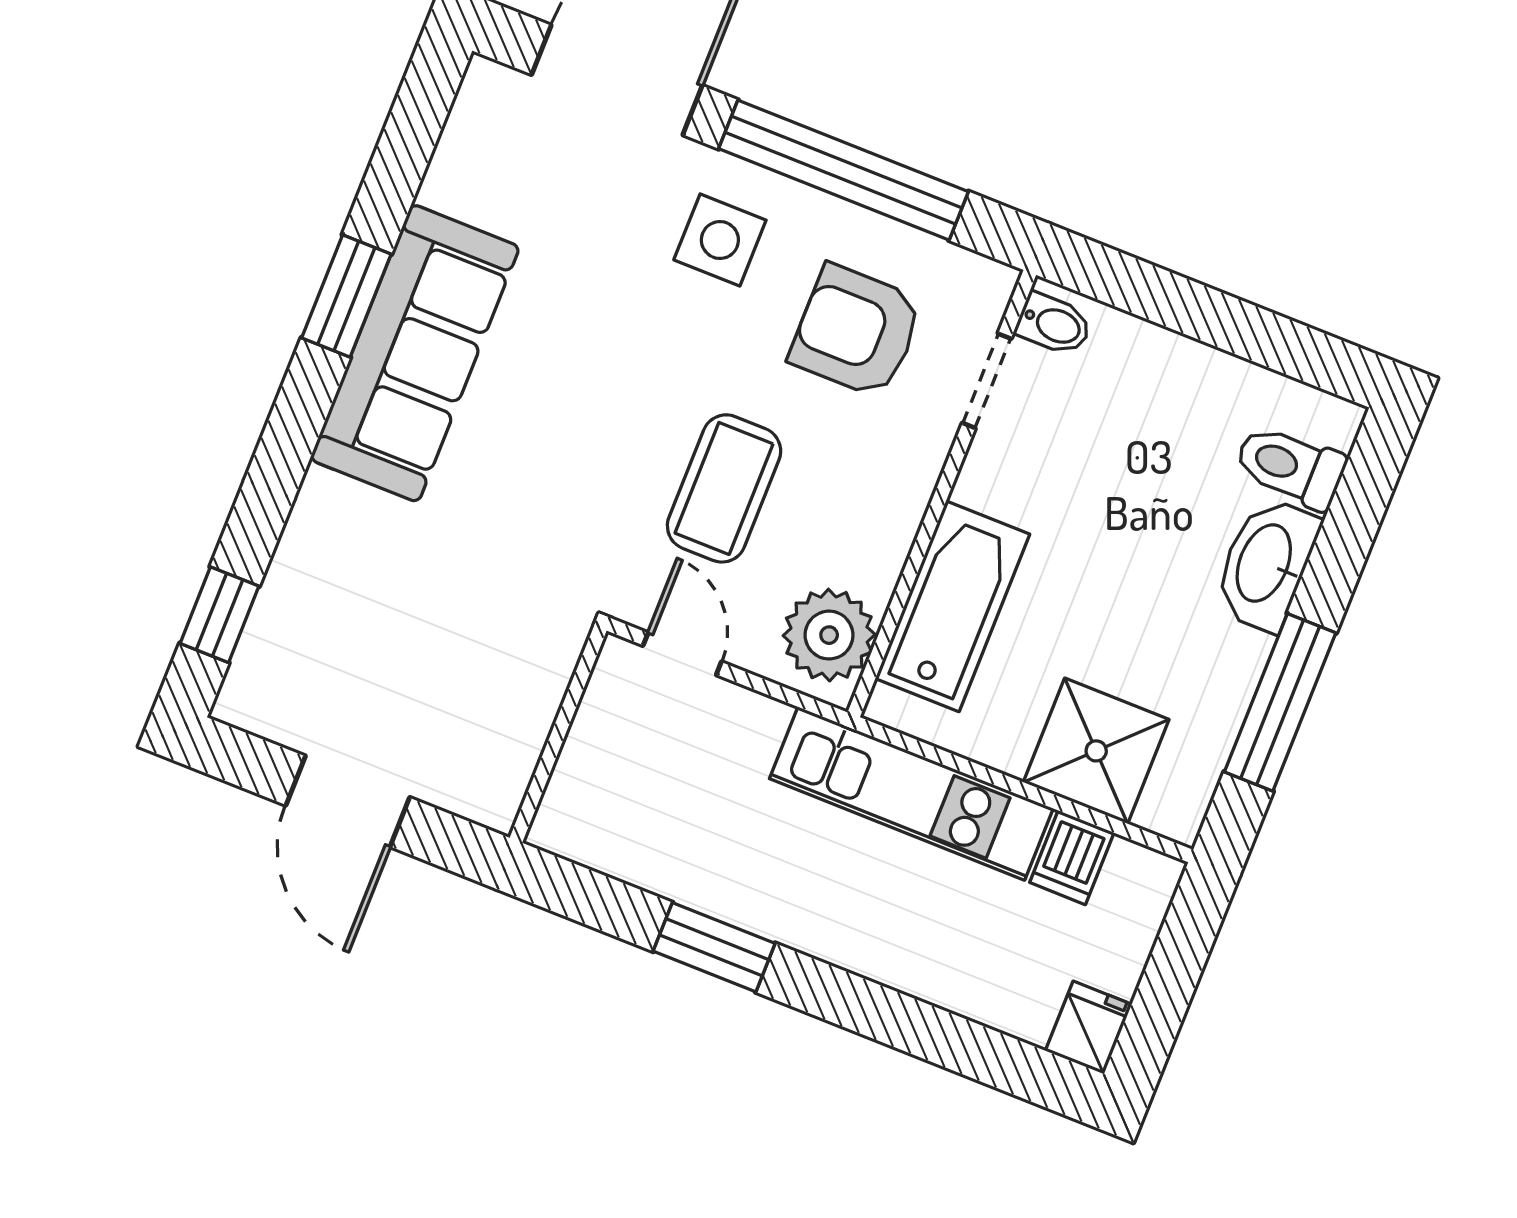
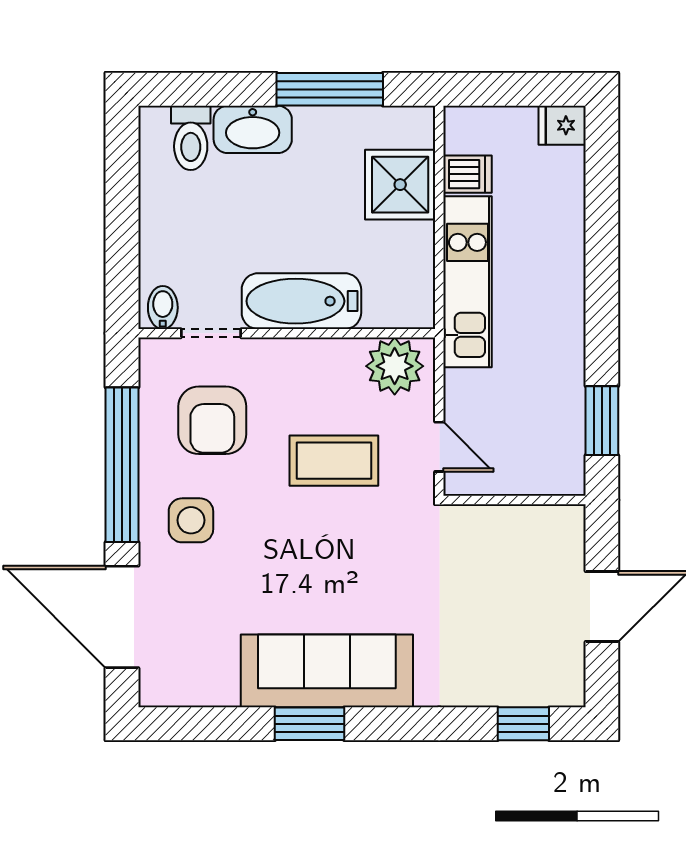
bathtub: (953, 606) -> (301, 301), moved
door: (682, 654) -> (439, 447), swing flipped
window: (714, 947) -> (602, 421), moved

